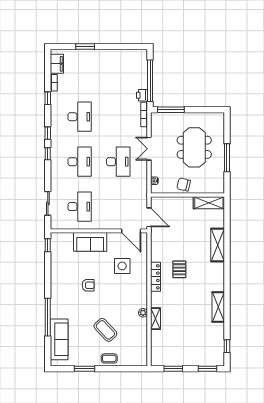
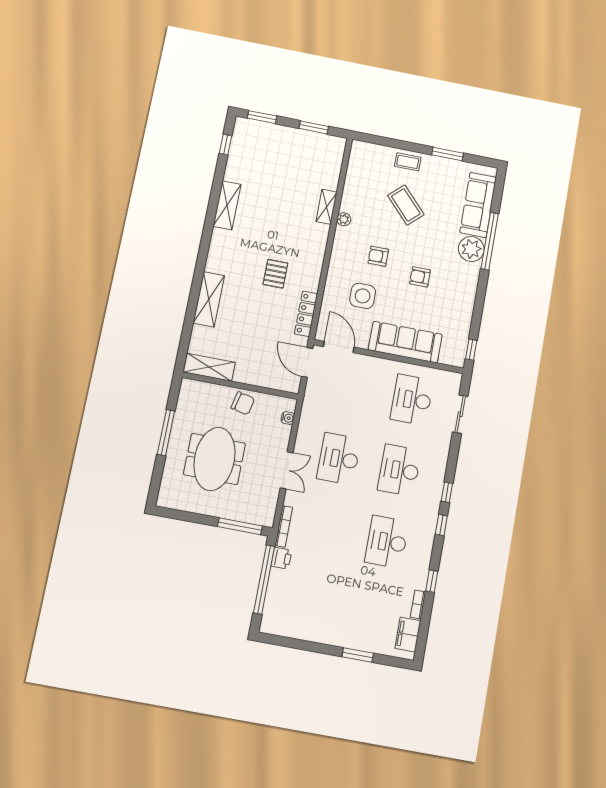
sofa: (90, 242) -> (405, 342), width x1.36
locker: (155, 277) -> (306, 314), moved
armchair: (117, 293) -> (378, 256), added
plant: (59, 310) -> (471, 249), added

